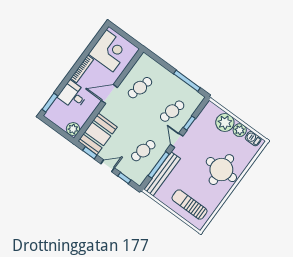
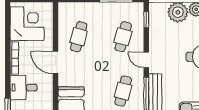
door: (109, 94) -> (56, 62), hinge flipped
window: (189, 123) -> (146, 20), moved

